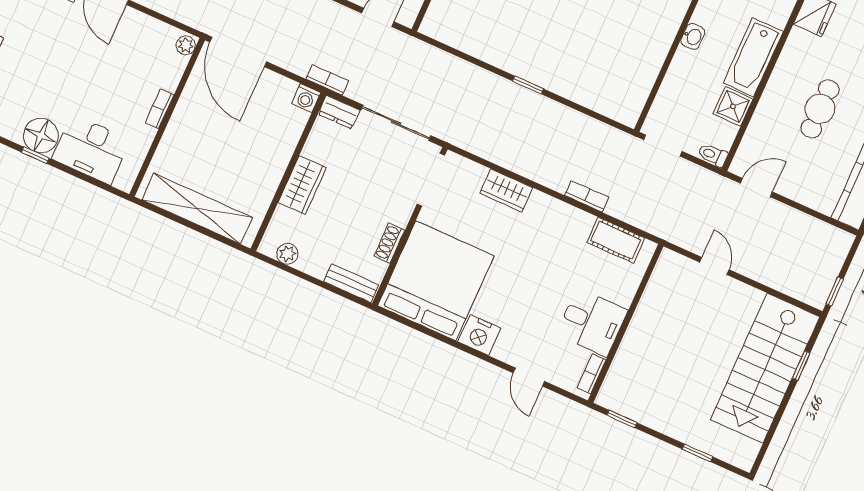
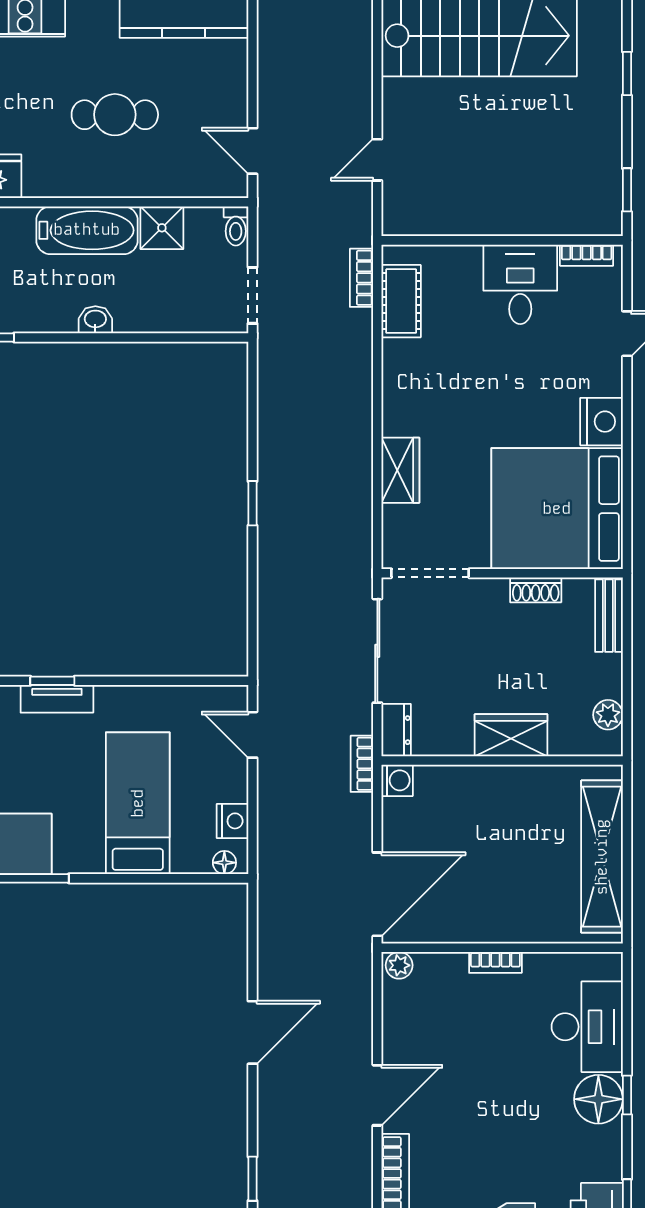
bookcase: (587, 196) -> (361, 278), moved

